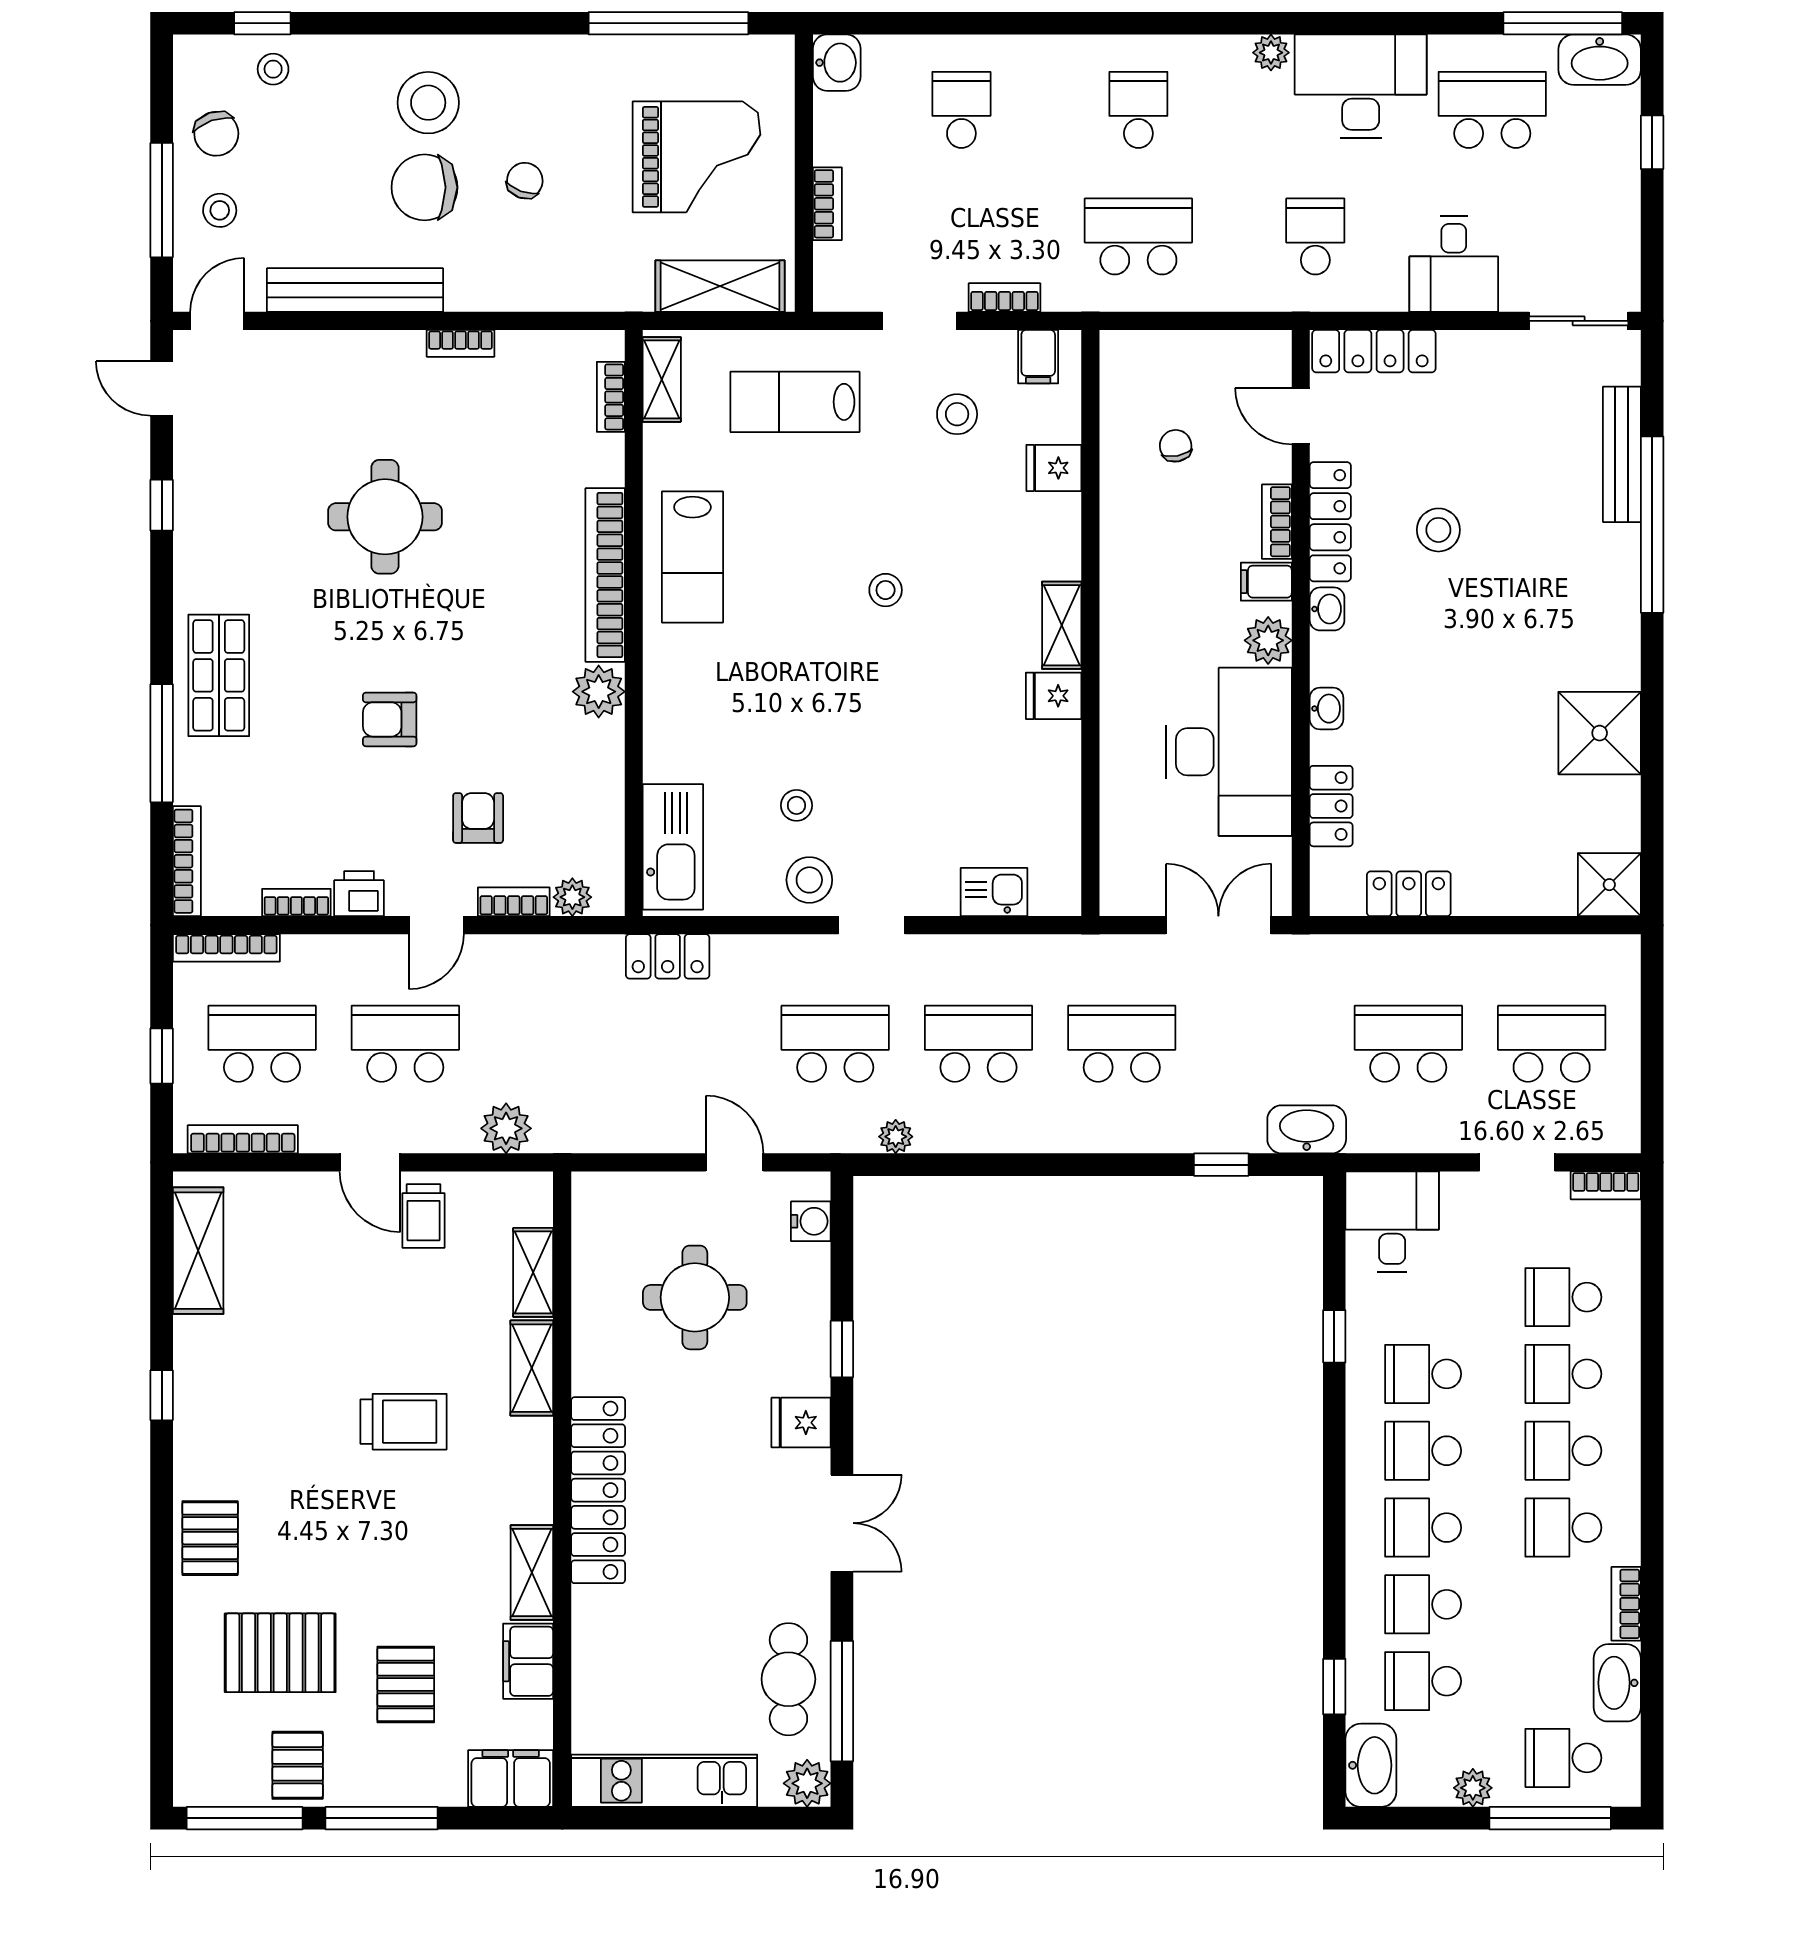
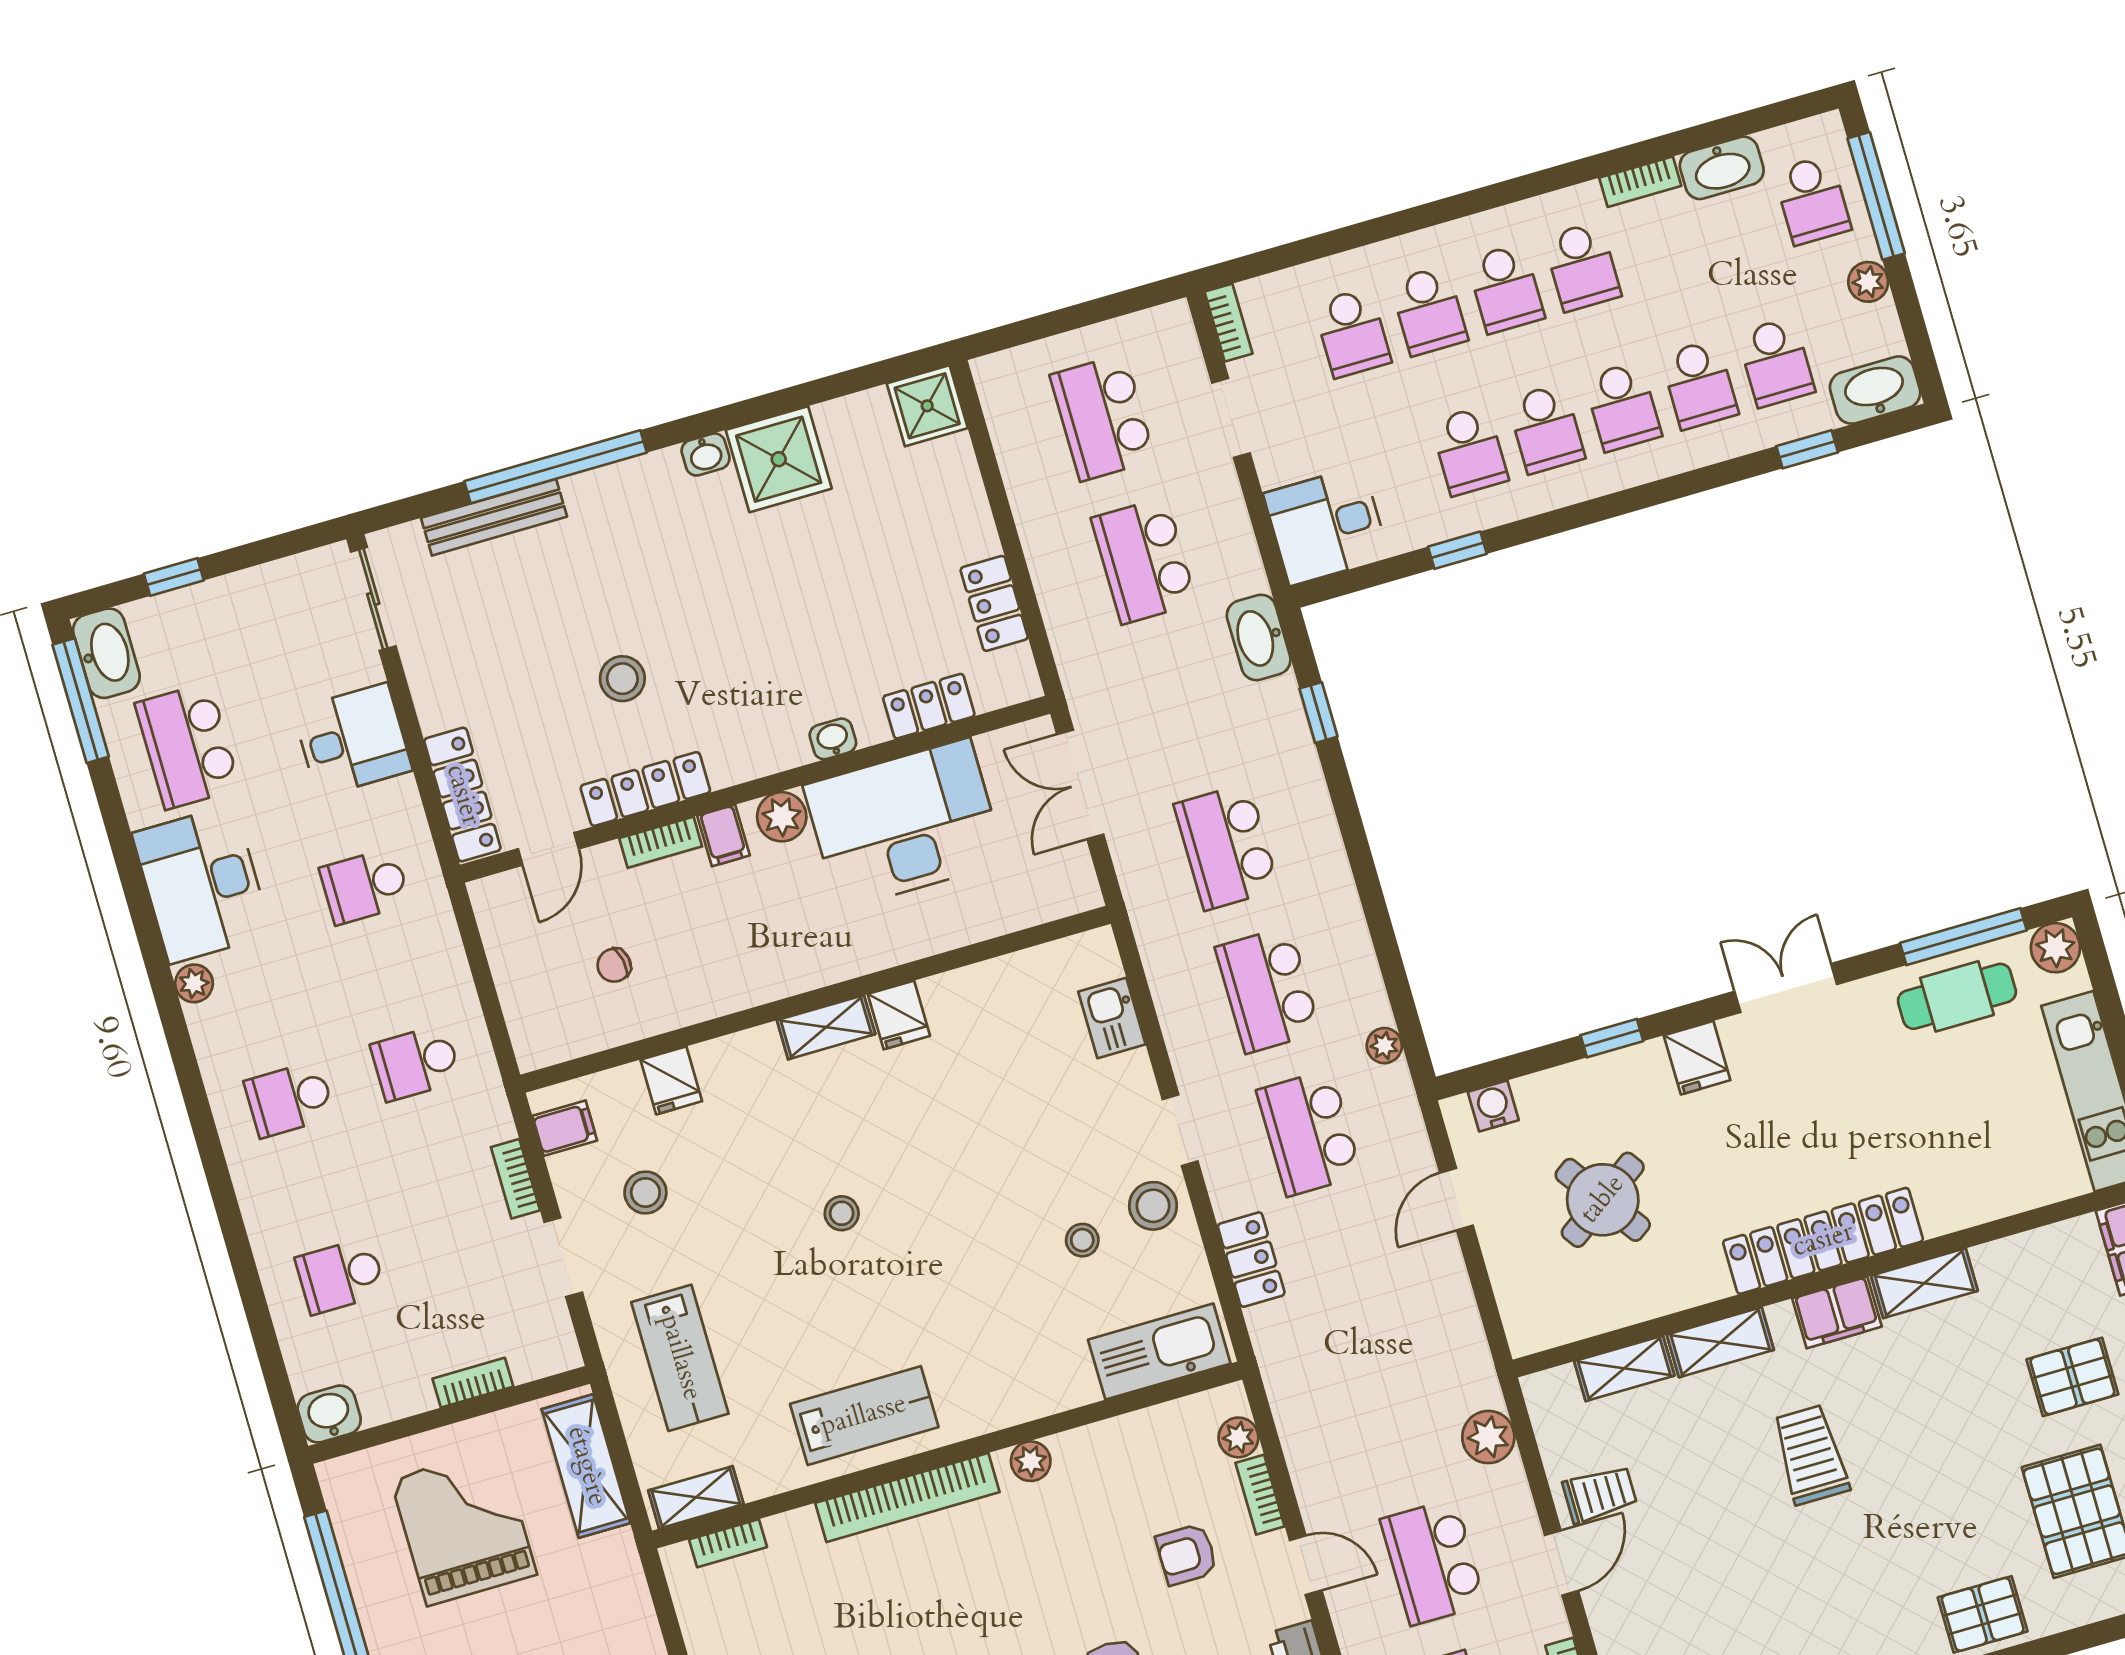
school desk: (1138, 236) -> (416, 1063), width x0.54
washbasin: (1327, 609) -> (706, 454), moved, turned 180
plant: (599, 692) -> (1031, 1461), width x0.73, depth x0.73
locker: (668, 956) -> (1251, 1260), moved
round table: (695, 1297) -> (1603, 1200), turned -35
filing cabinet: (528, 1661) -> (1837, 1313), moved

